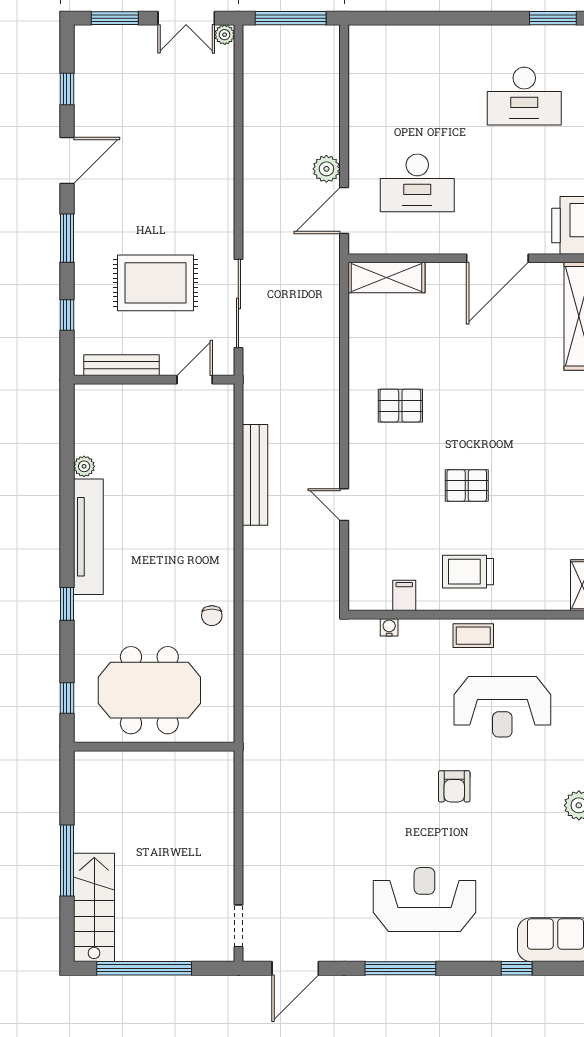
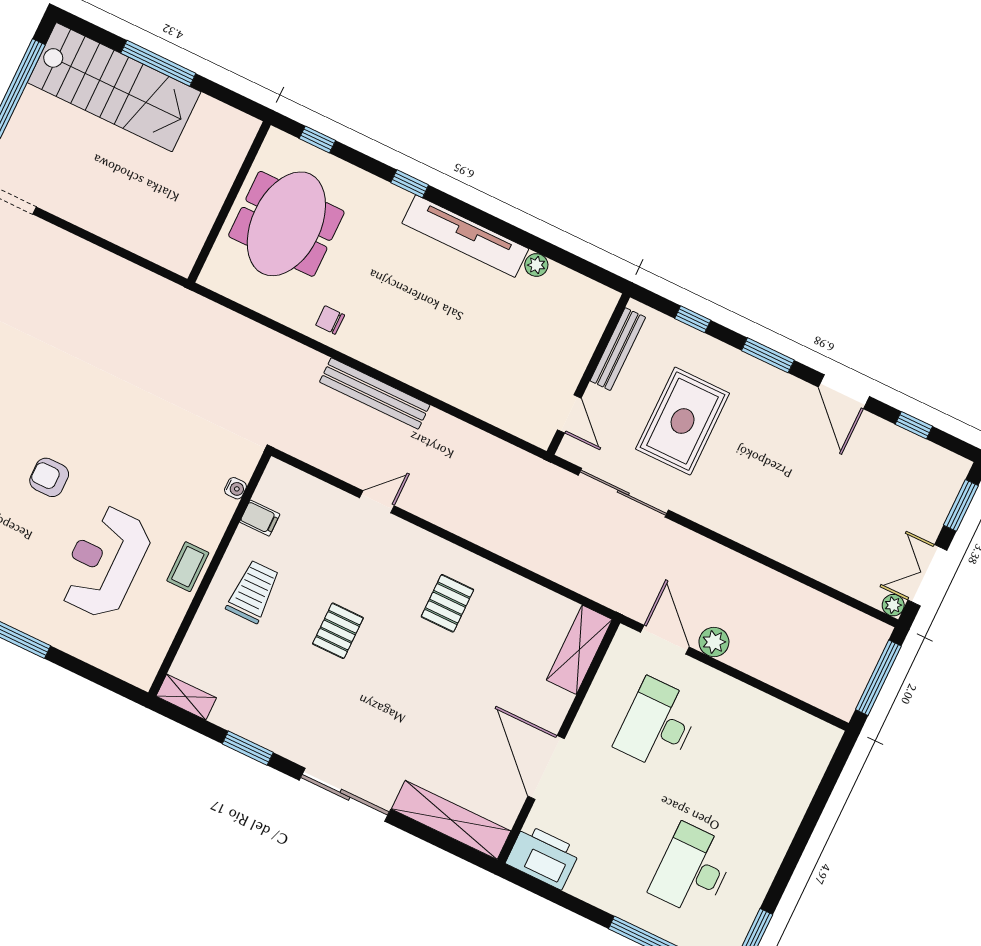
bench: (255, 475) -> (375, 393), moved
stairs: (94, 907) -> (114, 87), width x1.36, depth x1.51

